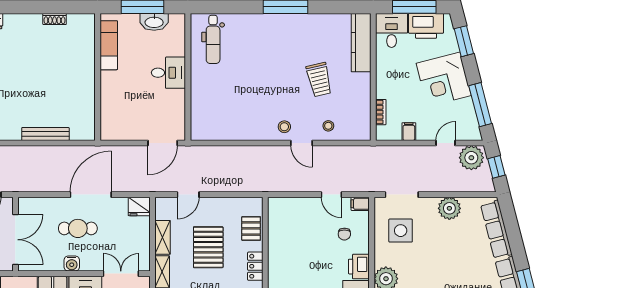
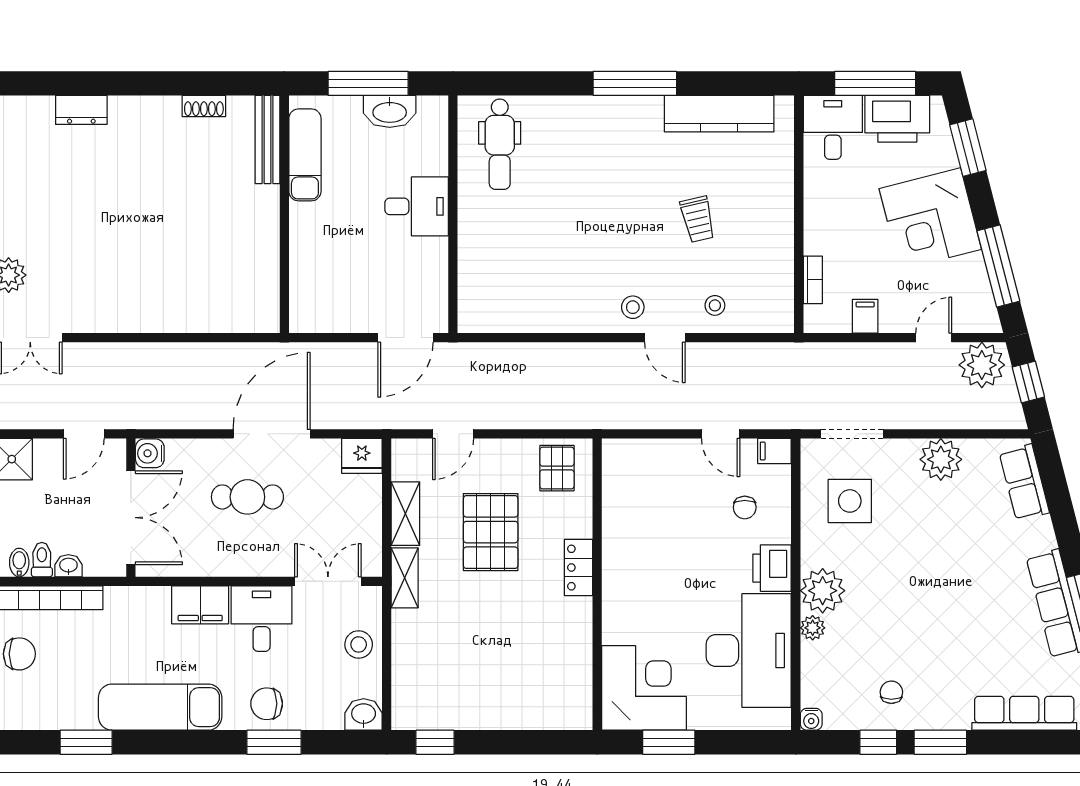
kitchen counter: (361, 43) -> (719, 114), moved, turned -90
trolley: (319, 80) -> (698, 219), width x0.73, depth x0.72
bench: (45, 134) -> (268, 140), moved, turned 90
pallet: (251, 228) -> (557, 468), moved
row of seats: (496, 230) -> (1024, 482), width x0.68
water cooler: (72, 264) -> (150, 453), moved, turned 90

